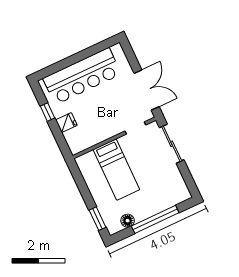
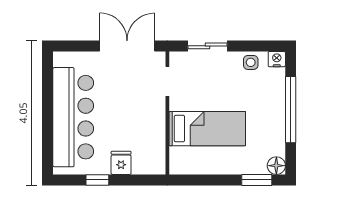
sliding door: (172, 144) -> (207, 46), width x0.73
side table: (174, 178) -> (251, 62), added
nightstand: (185, 194) -> (277, 59), added
floor lamp: (128, 221) -> (276, 166), moved

